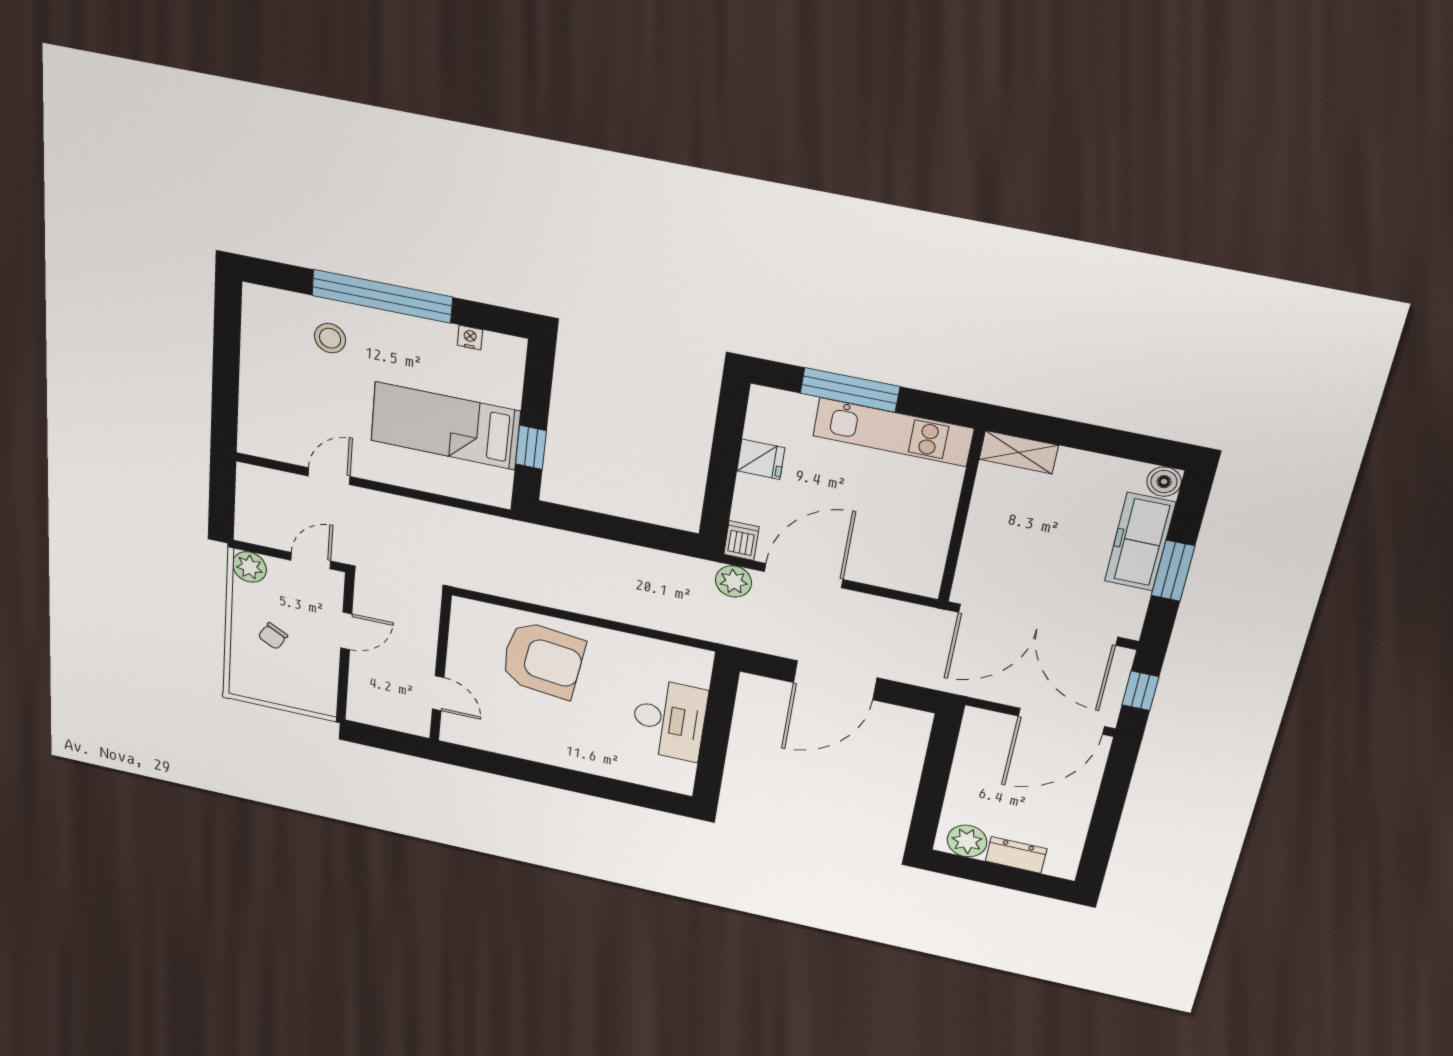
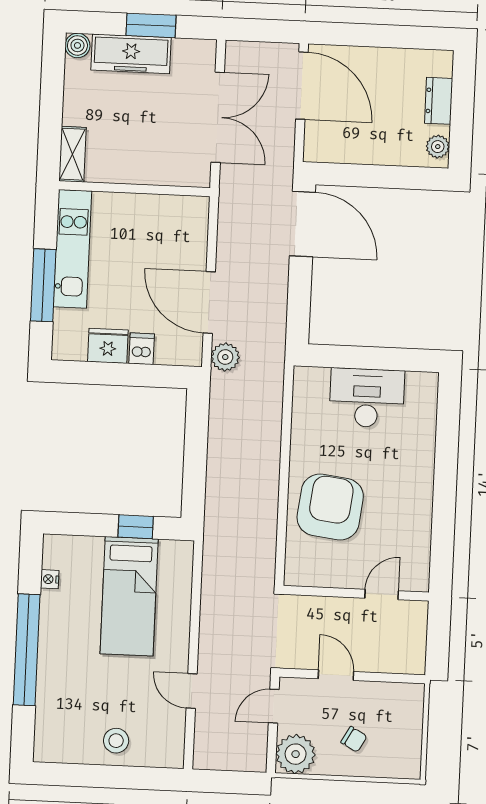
stool: (330, 338) -> (116, 741), moved
fridge: (761, 459) -> (108, 346), width x1.38
dishwasher: (741, 541) -> (142, 349), moved, turned 90
door: (311, 561) -> (274, 706), hinge flipped
plant: (249, 567) -> (296, 754), width x1.36, depth x1.36
double door: (1038, 625) -> (218, 117), width x0.73
door: (835, 680) -> (302, 224), moved
window: (1140, 691) -> (261, 30), removed
plant: (967, 841) -> (438, 147), width x0.73, depth x0.73

